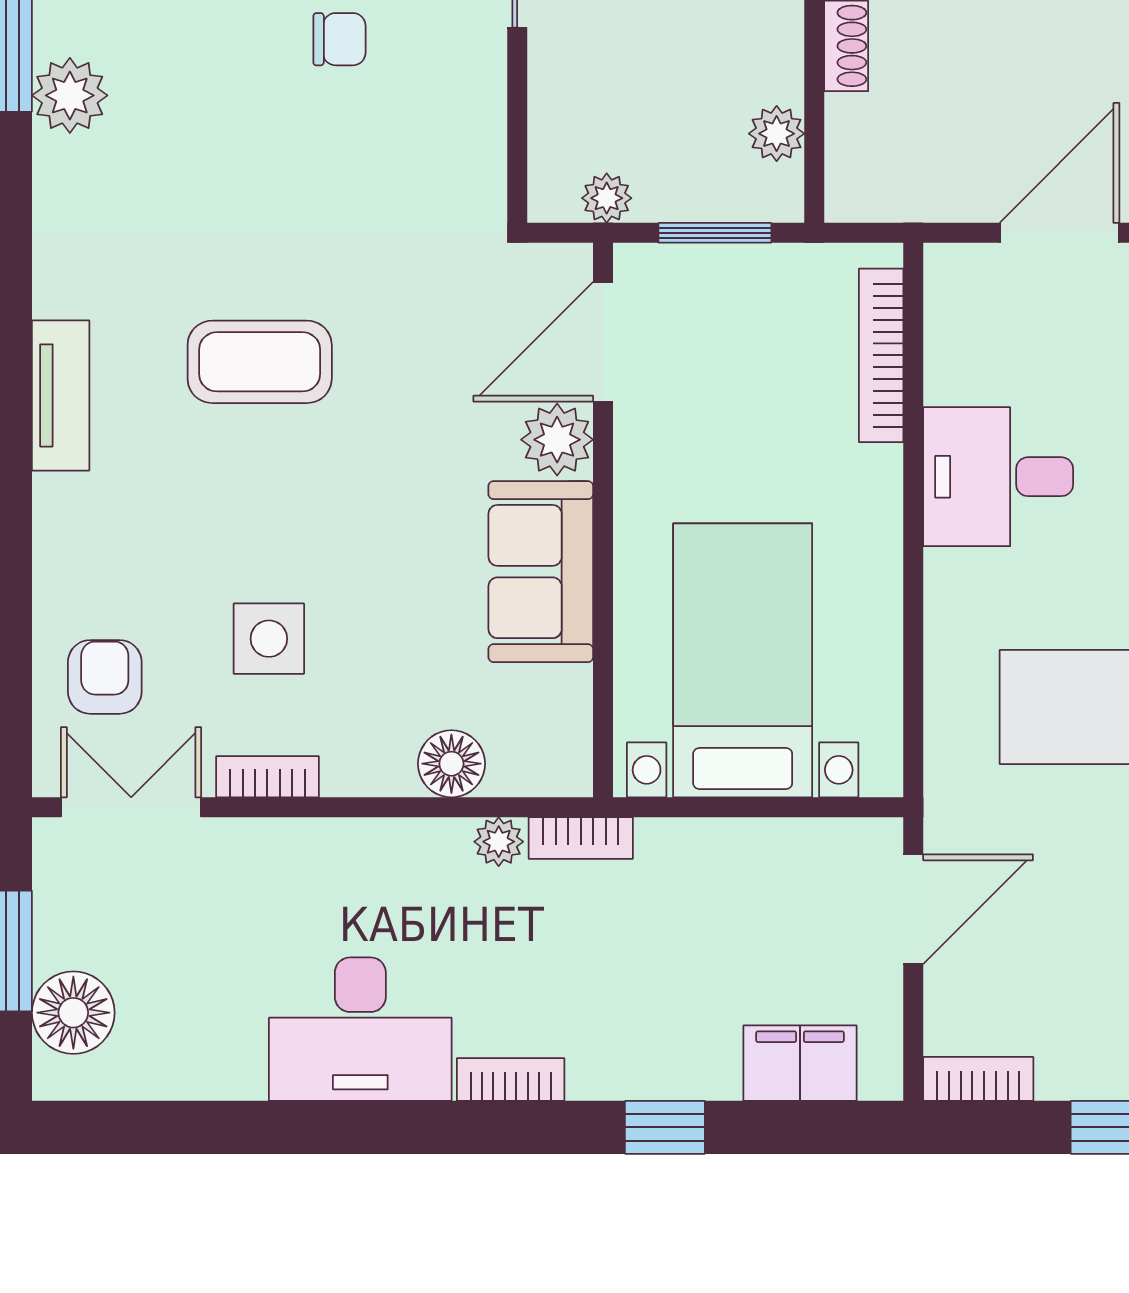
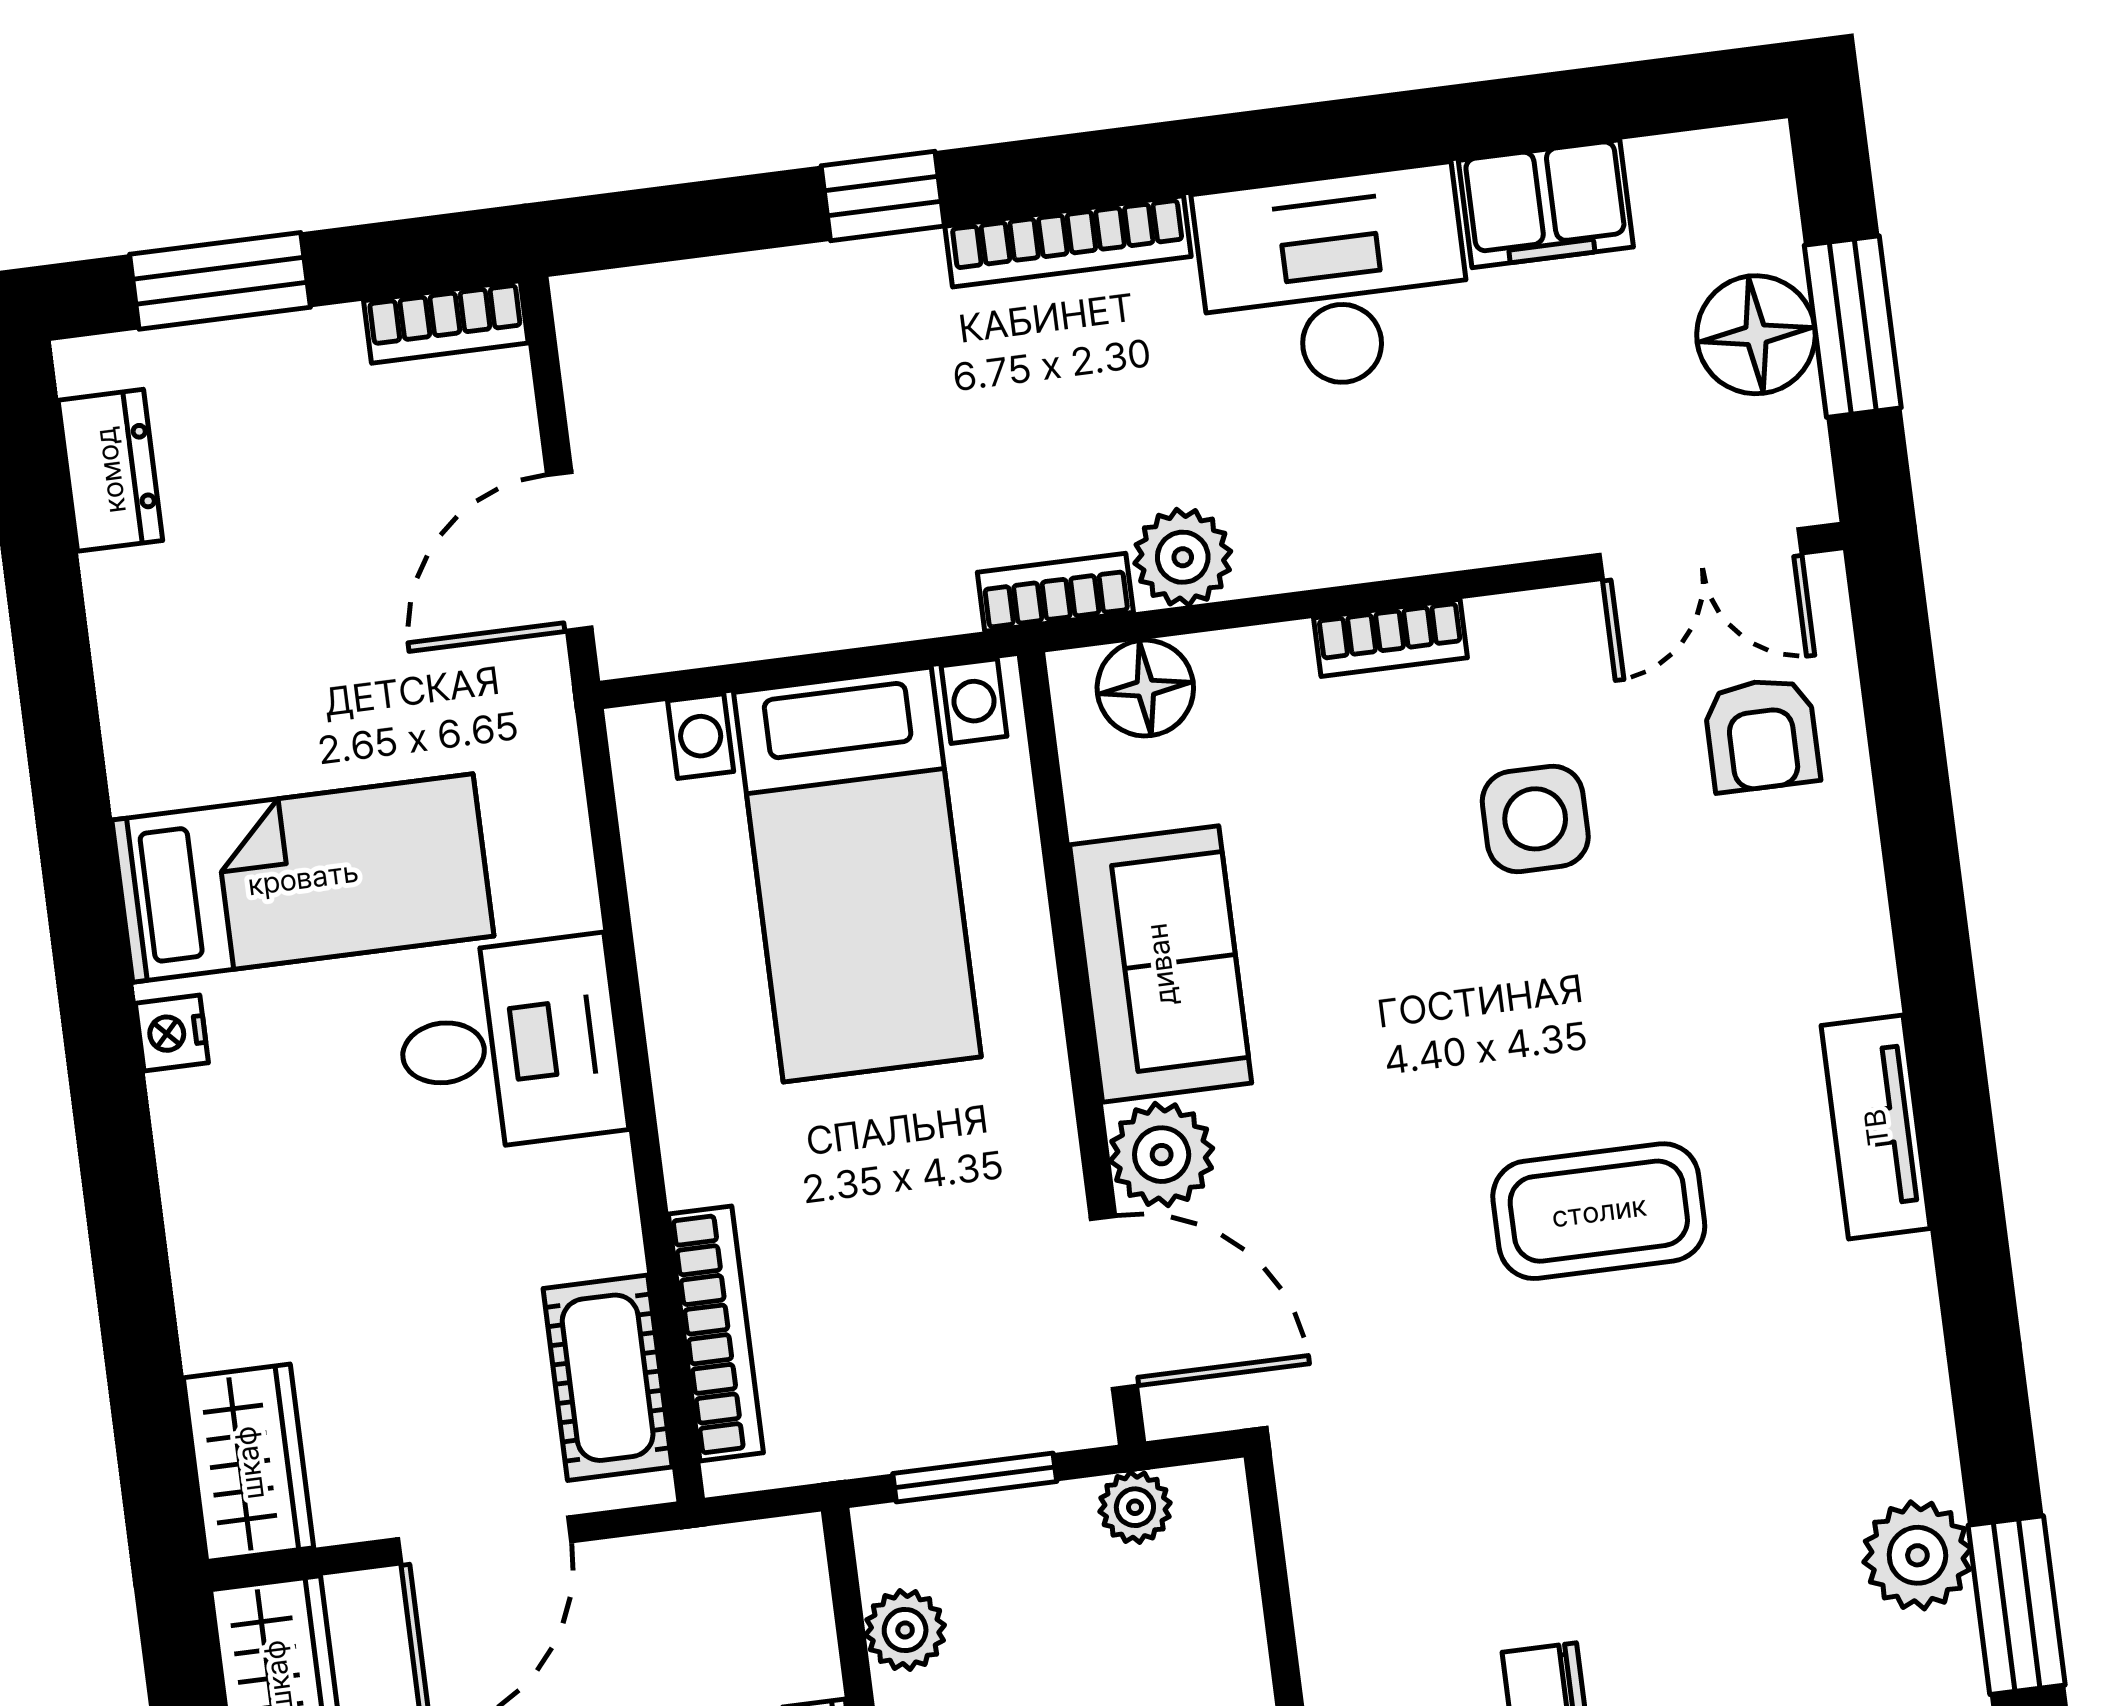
cot: (960, 334) -> (608, 1378), added
door: (603, 342) -> (1114, 1302), hinge flipped
desk: (998, 477) -> (510, 1044), moved
floor lamp: (451, 764) -> (1145, 688), moved
bookcase: (267, 777) -> (1391, 638), moved
plant: (499, 842) -> (1183, 557), width x1.38, depth x1.38
floor lamp: (73, 1013) -> (1756, 335), moved
filing cabinet: (800, 1063) -> (1546, 204), moved
bookcase: (511, 1079) -> (1068, 241), width x1.56

